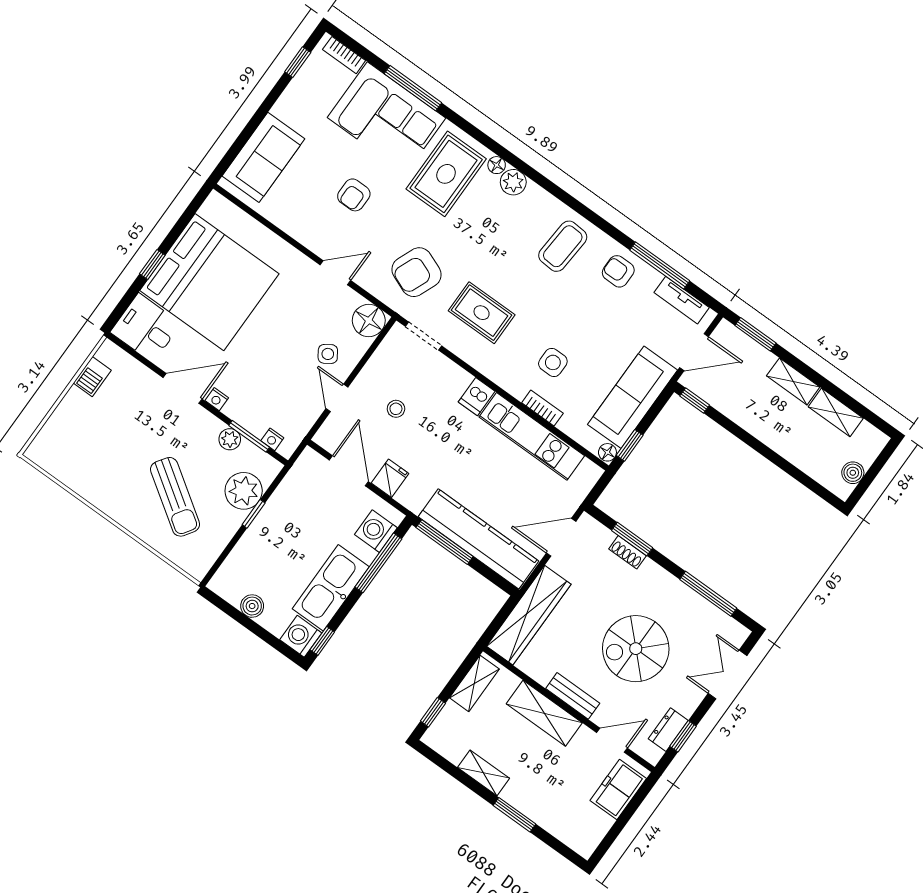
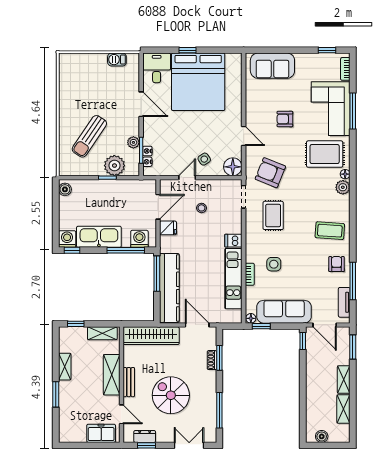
nightstand: (217, 399) -> (147, 151), moved
boiler: (252, 606) -> (65, 189), moved

